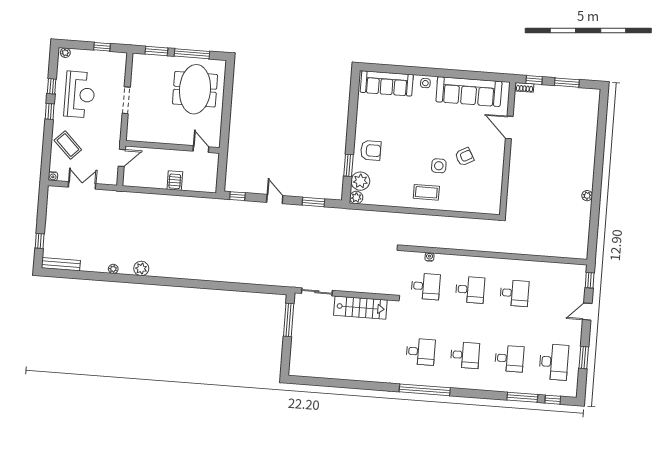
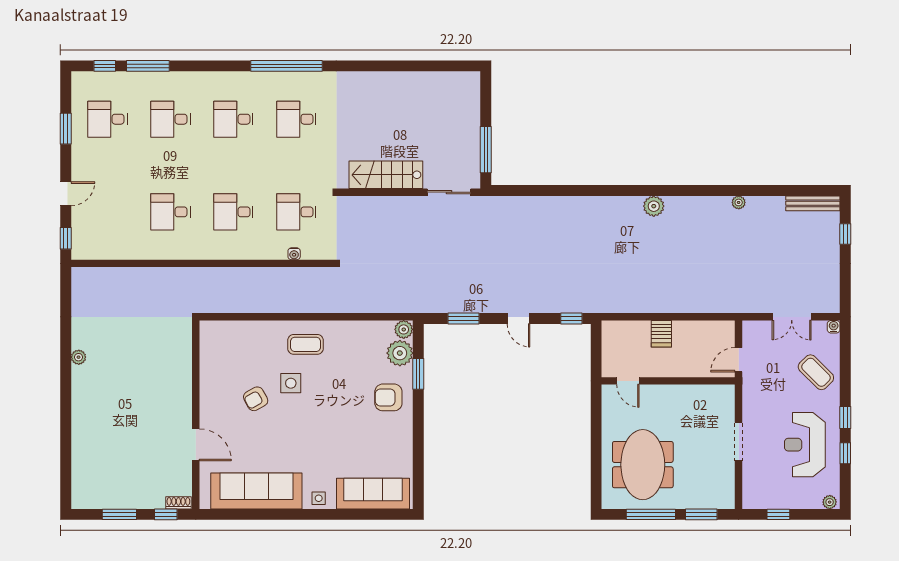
plant: (141, 268) -> (654, 206), moved
desk: (554, 362) -> (107, 119), width x0.73

